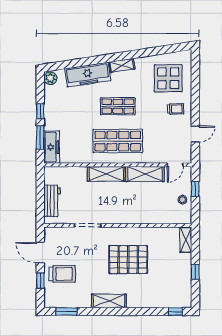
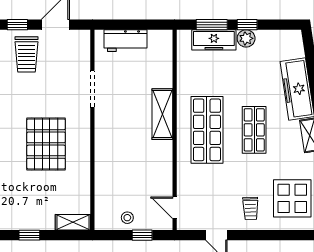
plant: (50, 78) -> (246, 38), moved
freezer: (52, 147) -> (214, 40), moved
shelving: (145, 174) -> (162, 167), removed

